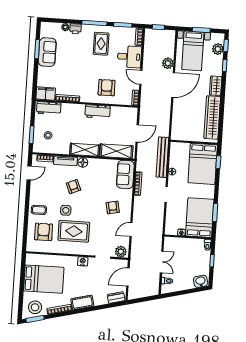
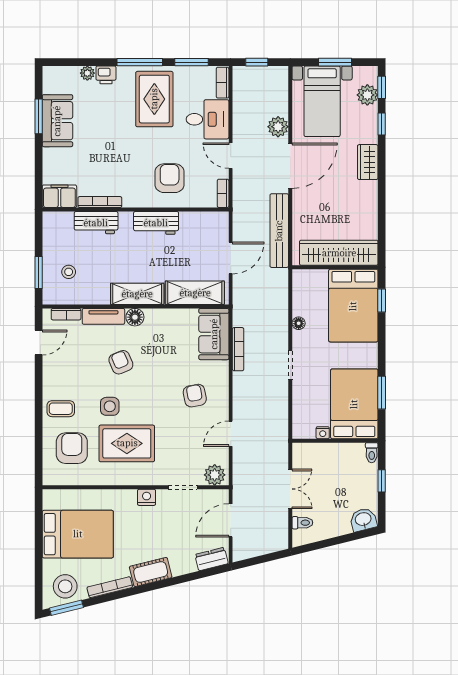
rug: (101, 44) -> (154, 99), width x1.36, depth x1.43
workbench: (49, 108) -> (96, 223), moved
wardrobe: (212, 118) -> (339, 253), moved, turned 90
bench: (162, 157) -> (279, 231), moved

